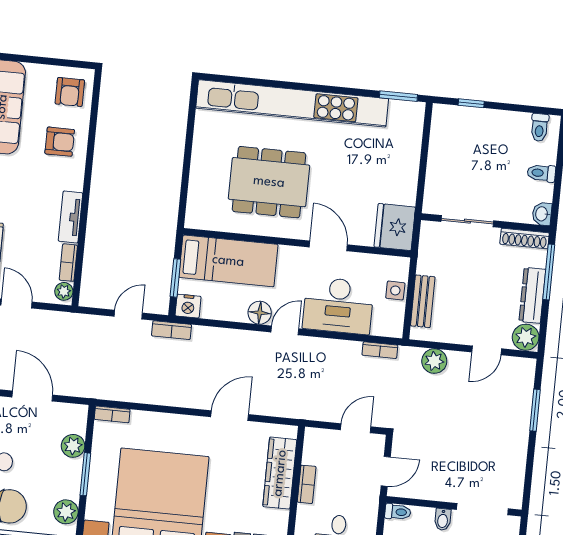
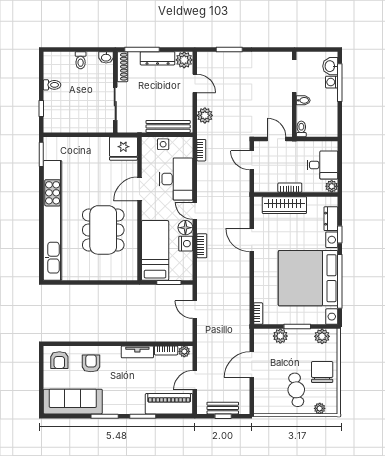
armchair: (70, 92) -> (59, 360), turned 90
toilet: (539, 127) -> (52, 85), moved
bench: (423, 301) -> (168, 126), width x1.36
nightstand: (188, 306) -> (186, 244), moved
bookcase: (172, 330) -> (202, 246), moved

